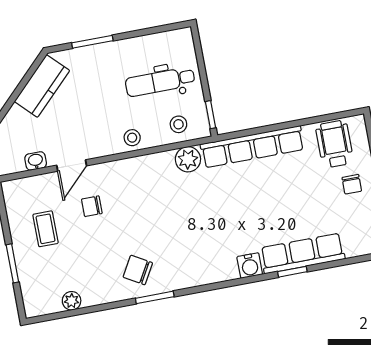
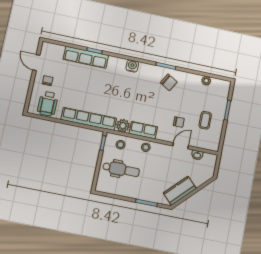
row of seats: (149, 166) -> (143, 130), added
water cooler: (250, 266) -> (132, 66), moved

